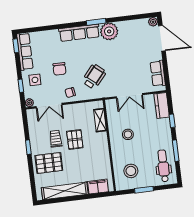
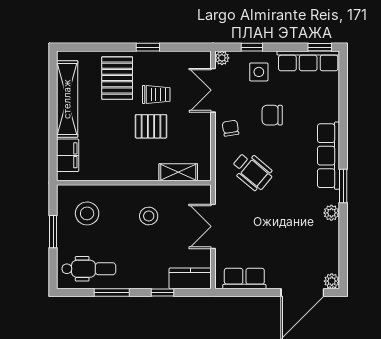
plant: (109, 31) -> (331, 213), width x0.53, depth x0.53

